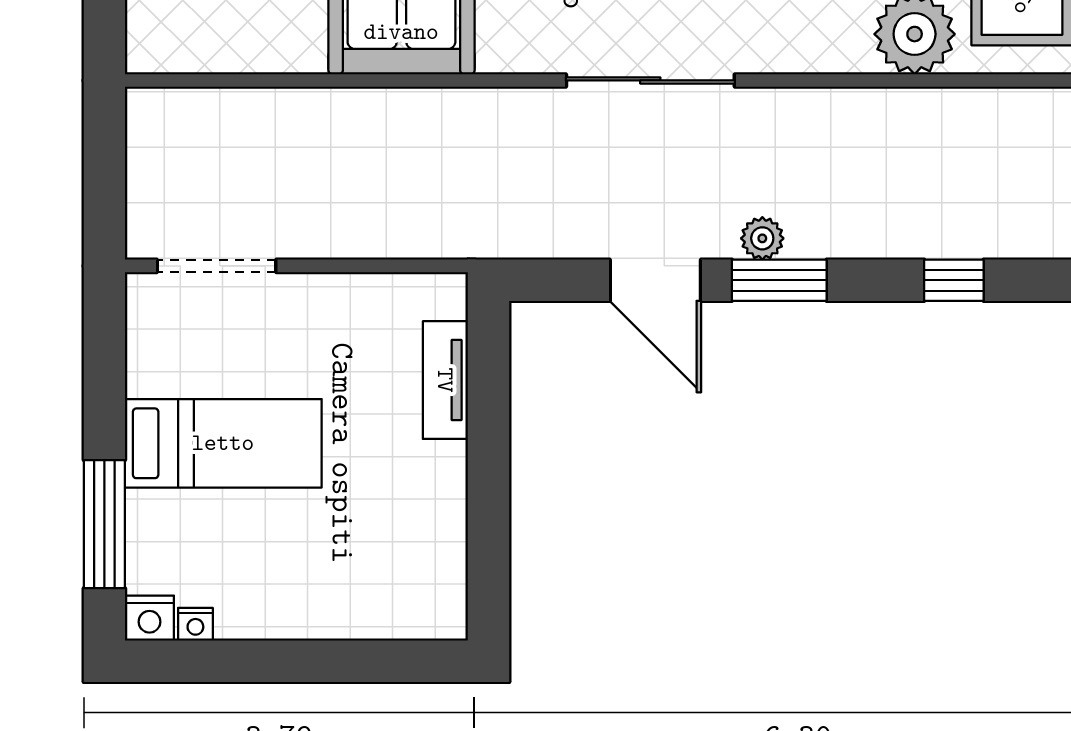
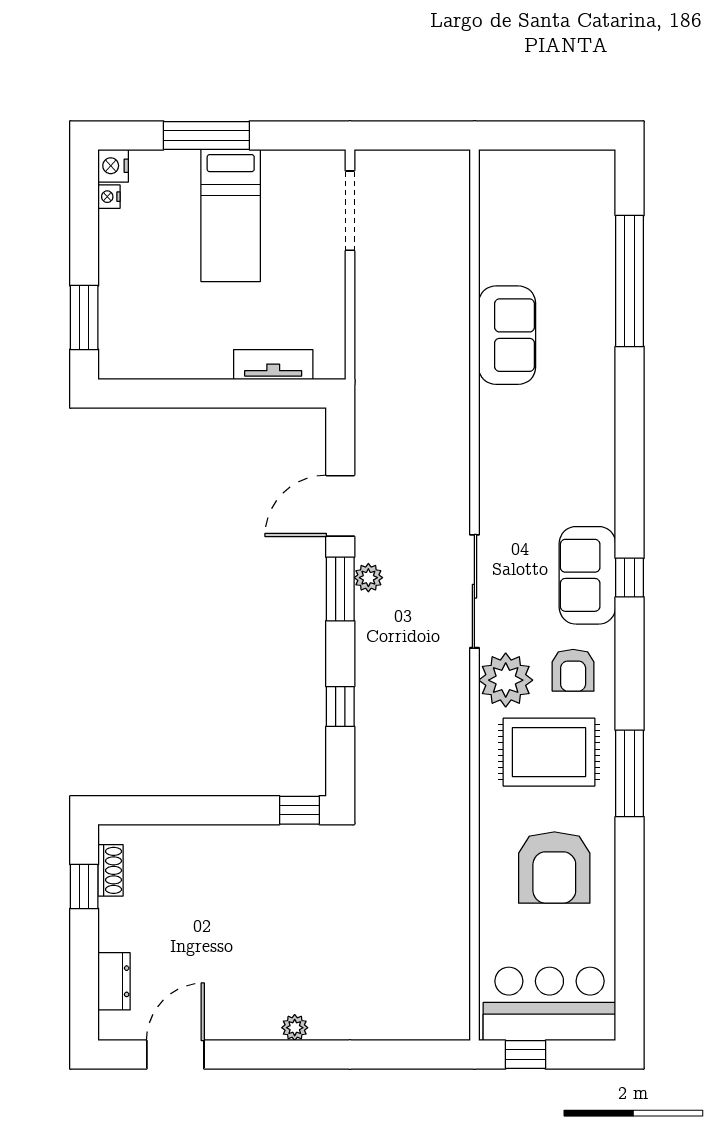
sliding door: (650, 80) -> (474, 591), moved
window: (104, 524) -> (206, 135), moved
window: (375, 661) -> (84, 317), added

